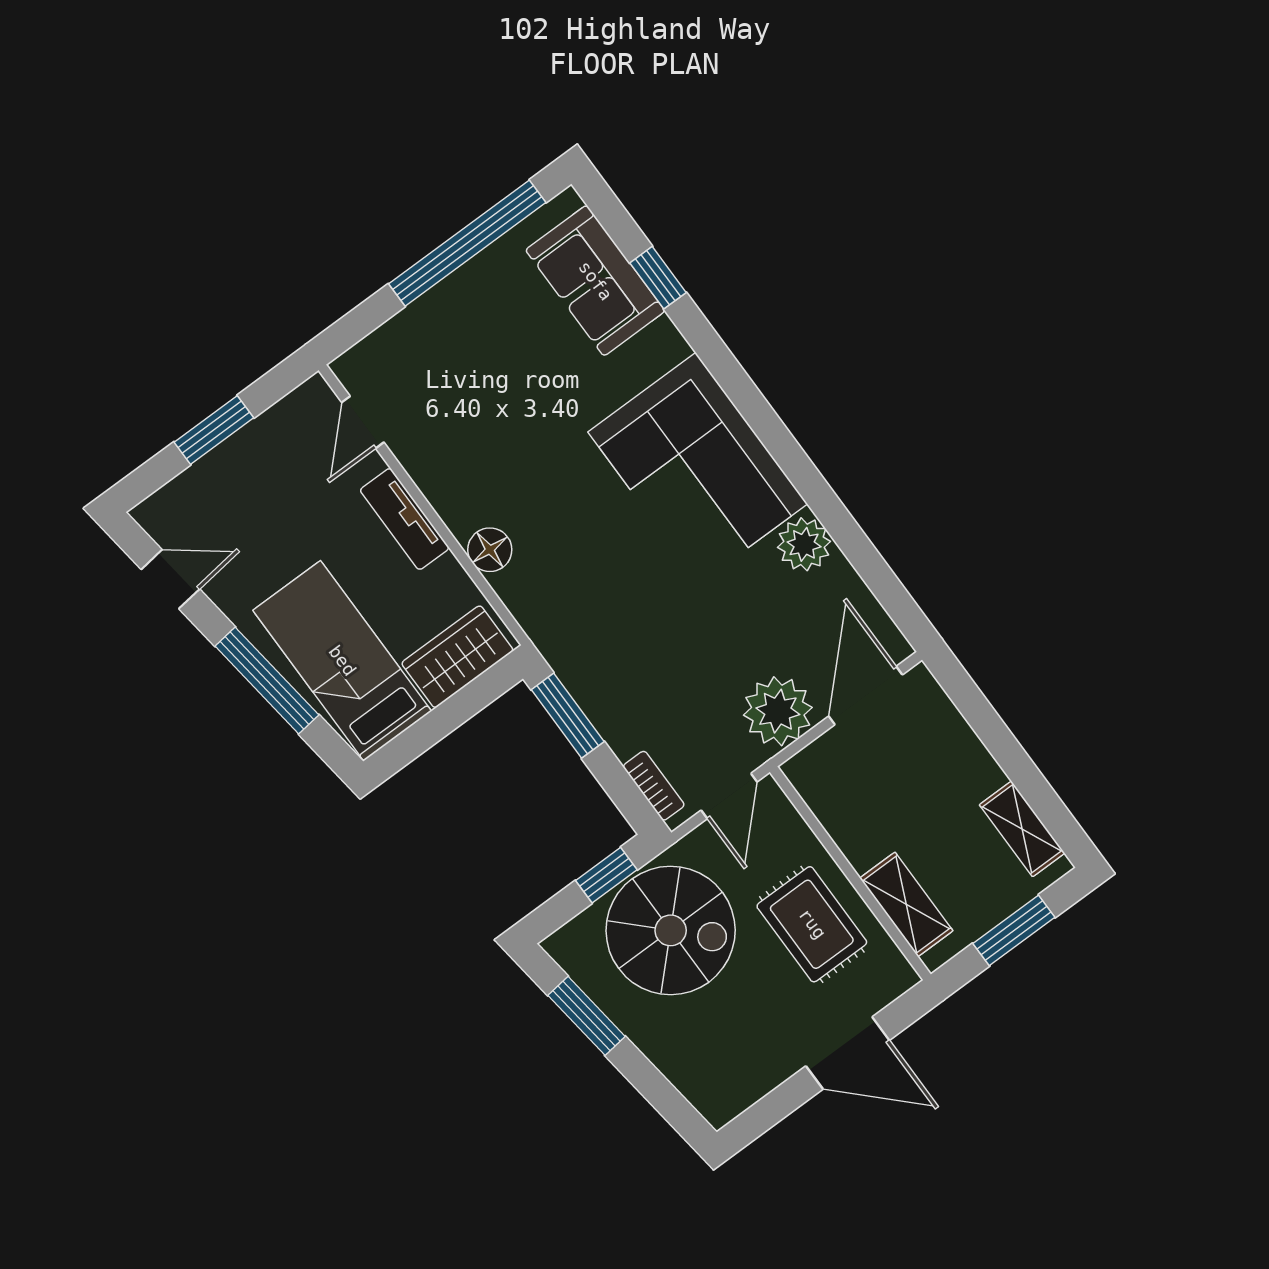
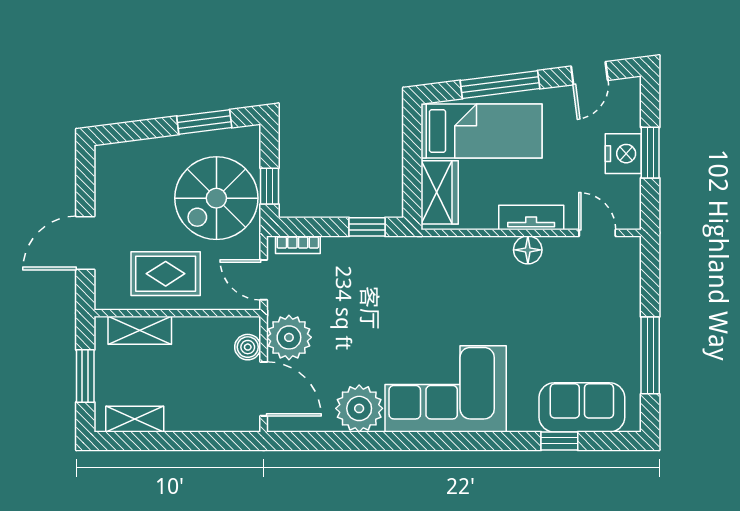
window: (467, 243) -> (650, 355), width x0.68
nightstand: (240, 463) -> (623, 154), added
plant: (804, 544) -> (359, 408), width x1.36, depth x1.36
floor lamp: (490, 550) -> (528, 250), moved
window: (568, 716) -> (367, 227), width x0.67
boiler: (828, 754) -> (248, 347), added

